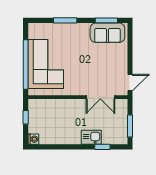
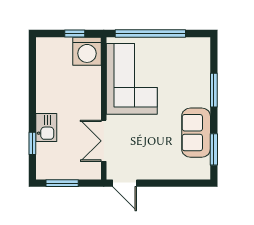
sofa: (107, 33) -> (196, 133), moved
corner sofa: (46, 64) -> (132, 79), moved, turned -90
washing machine: (33, 139) -> (87, 51), moved, width x1.89, depth x1.89

